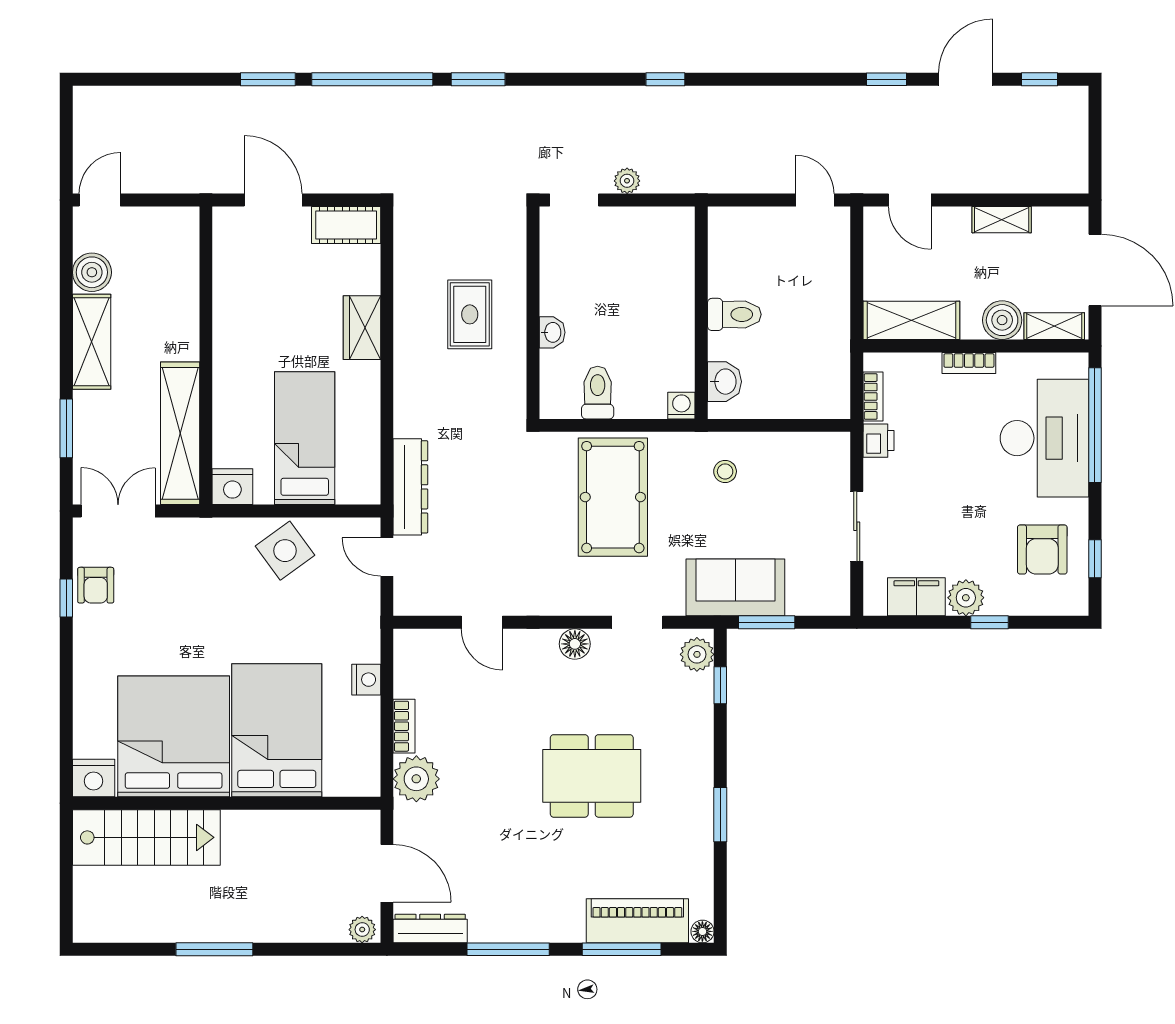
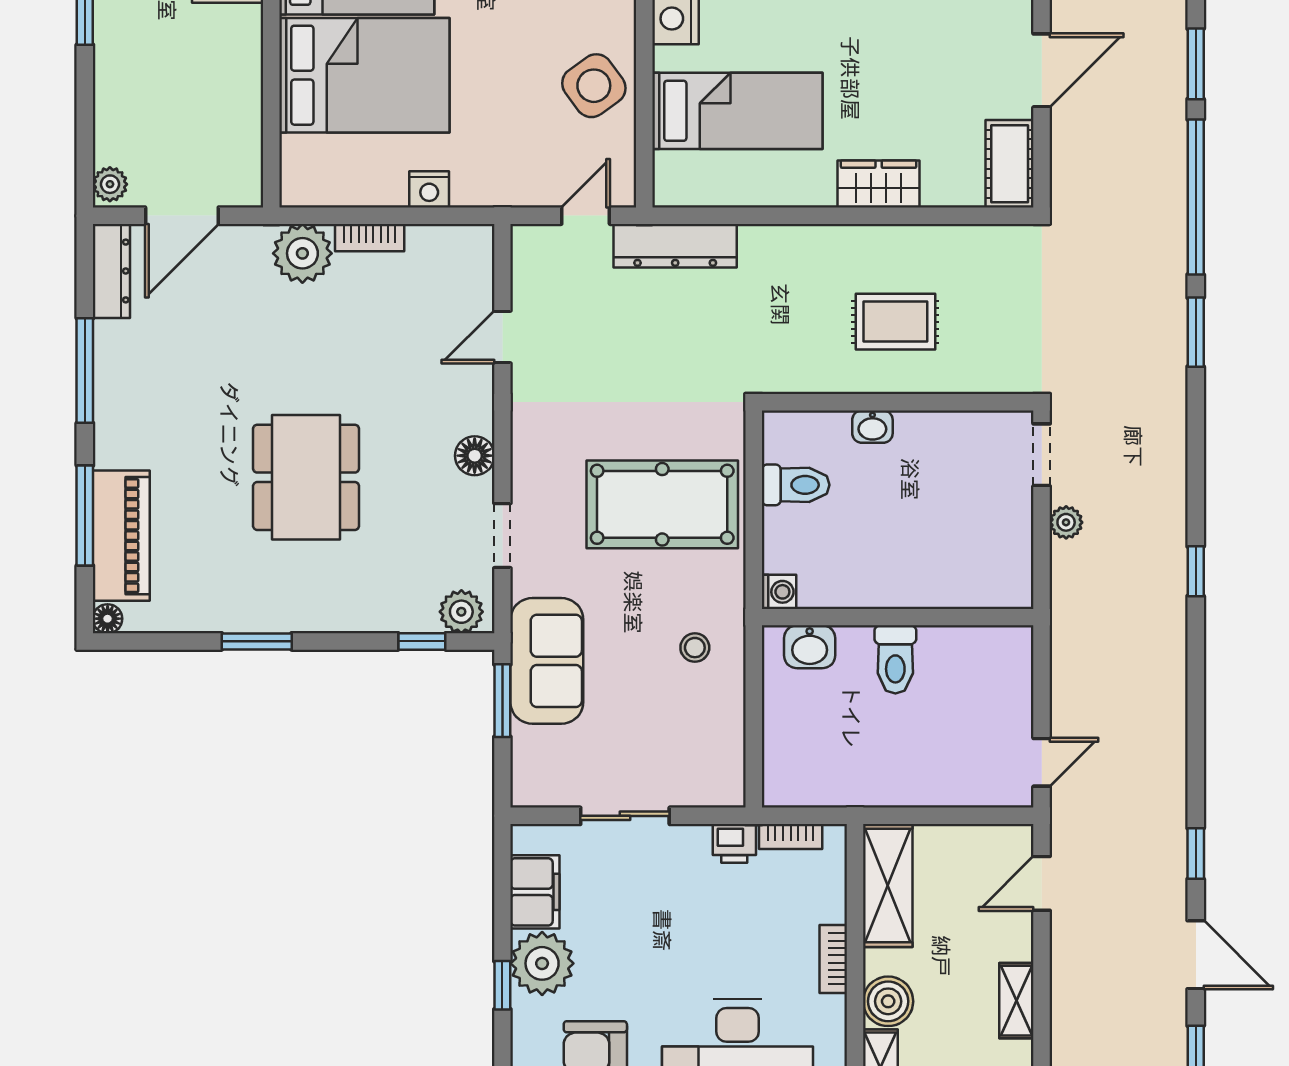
plant: (966, 598) -> (542, 963), width x1.36, depth x1.36

